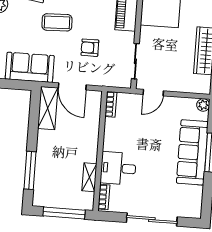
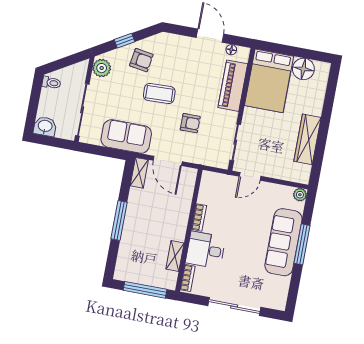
armchair: (90, 48) -> (190, 123), turned 180
bookcase: (111, 104) -> (199, 217), moved
shelving: (48, 108) -> (139, 173), width x0.67, depth x0.75
window: (30, 170) -> (119, 220), moved

